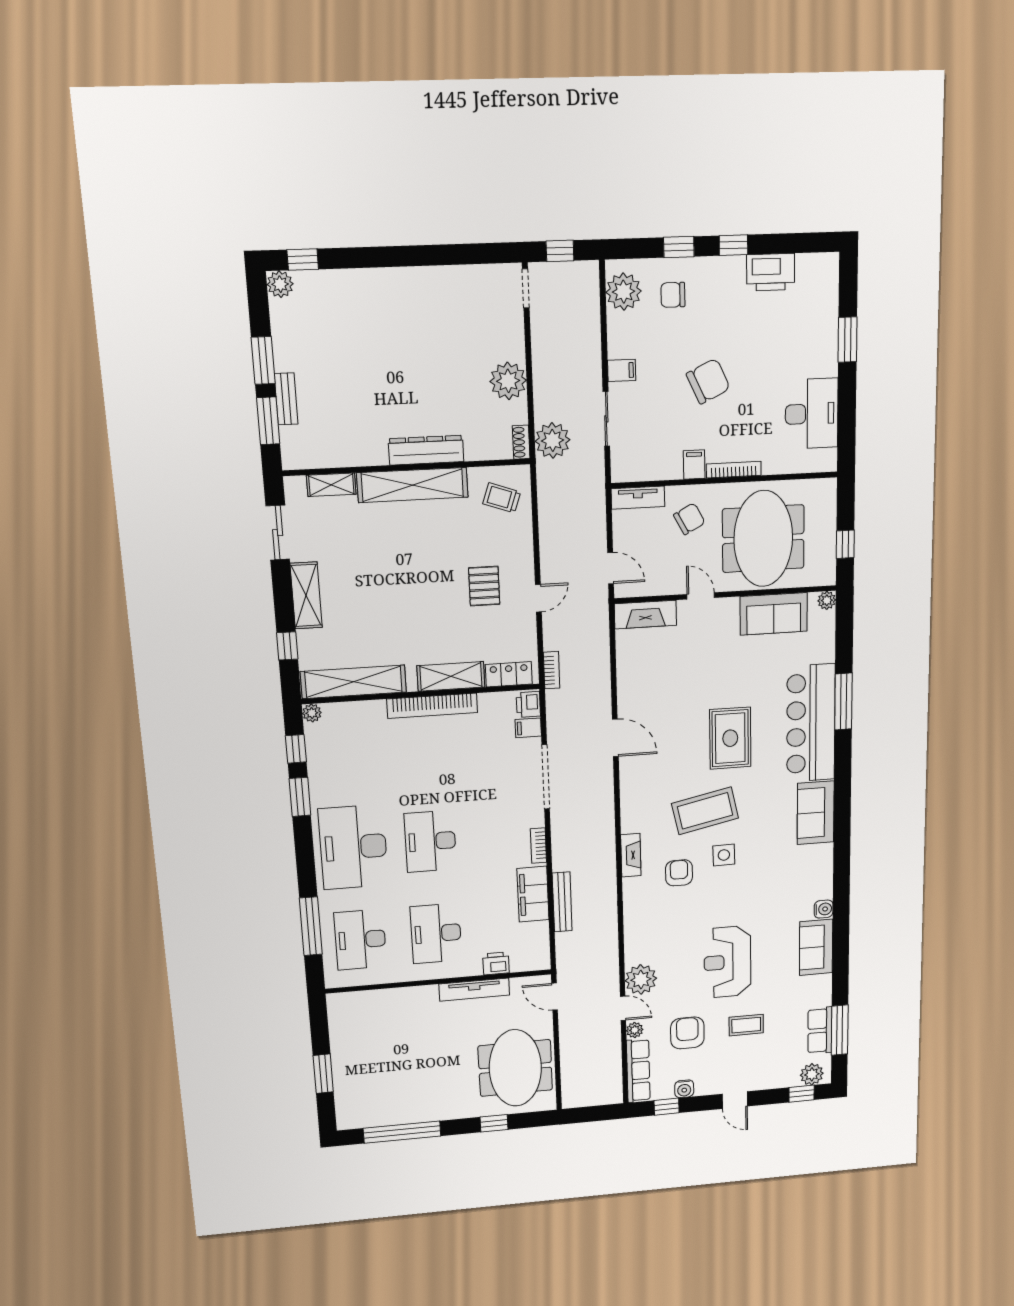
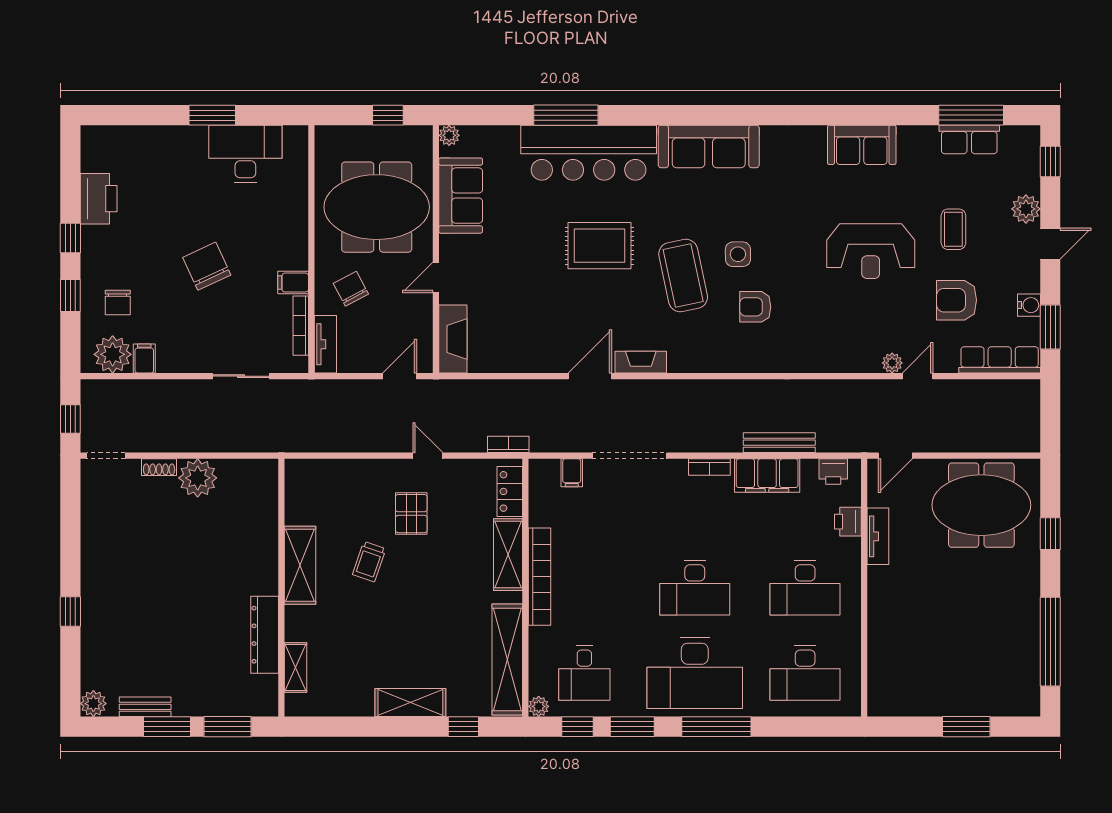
window: (303, 259) -> (70, 612), moved
window: (848, 340) -> (212, 115), moved
filing cabinet: (622, 370) -> (144, 358), moved
bench: (286, 399) -> (145, 707), moved
plant: (552, 440) -> (261, 434), removed
shoe rack: (521, 442) -> (159, 467), moved
dresser: (426, 450) -> (265, 635), moved
bookcase: (734, 470) -> (301, 326), moved
shelving: (412, 485) -> (300, 565), width x0.68
trolley: (502, 498) -> (369, 562), moved
sliding door: (278, 533) -> (342, 727), removed
pallet: (484, 586) -> (411, 514), turned 90
printer: (528, 704) -> (833, 472), moved
desk: (346, 751) -> (584, 673), added
sofa: (816, 813) -> (709, 146), width x1.36
fireplace: (631, 855) -> (641, 362), moved
water cooler: (824, 909) -> (814, 136), removed
window: (311, 926) -> (716, 727), moved
plant: (641, 979) -> (892, 363), width x0.53, depth x0.53
tv unit: (474, 990) -> (878, 536), width x0.71
plant: (635, 1030) -> (947, 363), removed
plant: (812, 1074) -> (1026, 209), moved
window: (667, 1107) -> (1050, 327), width x1.50

